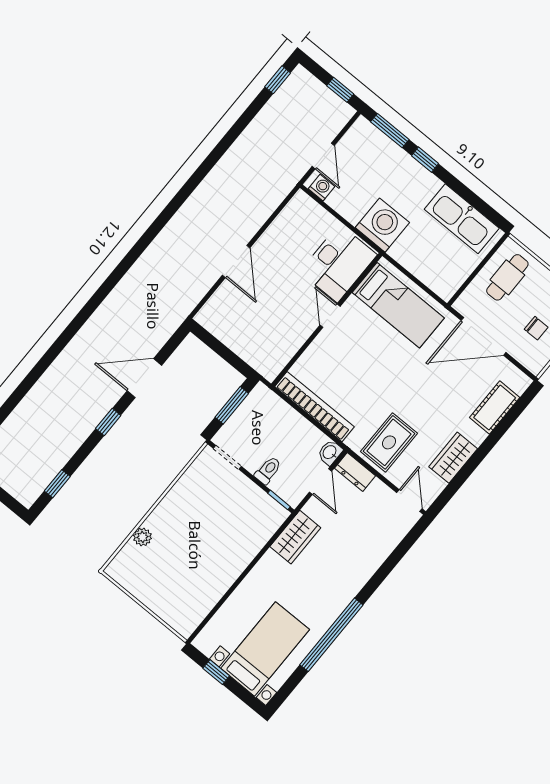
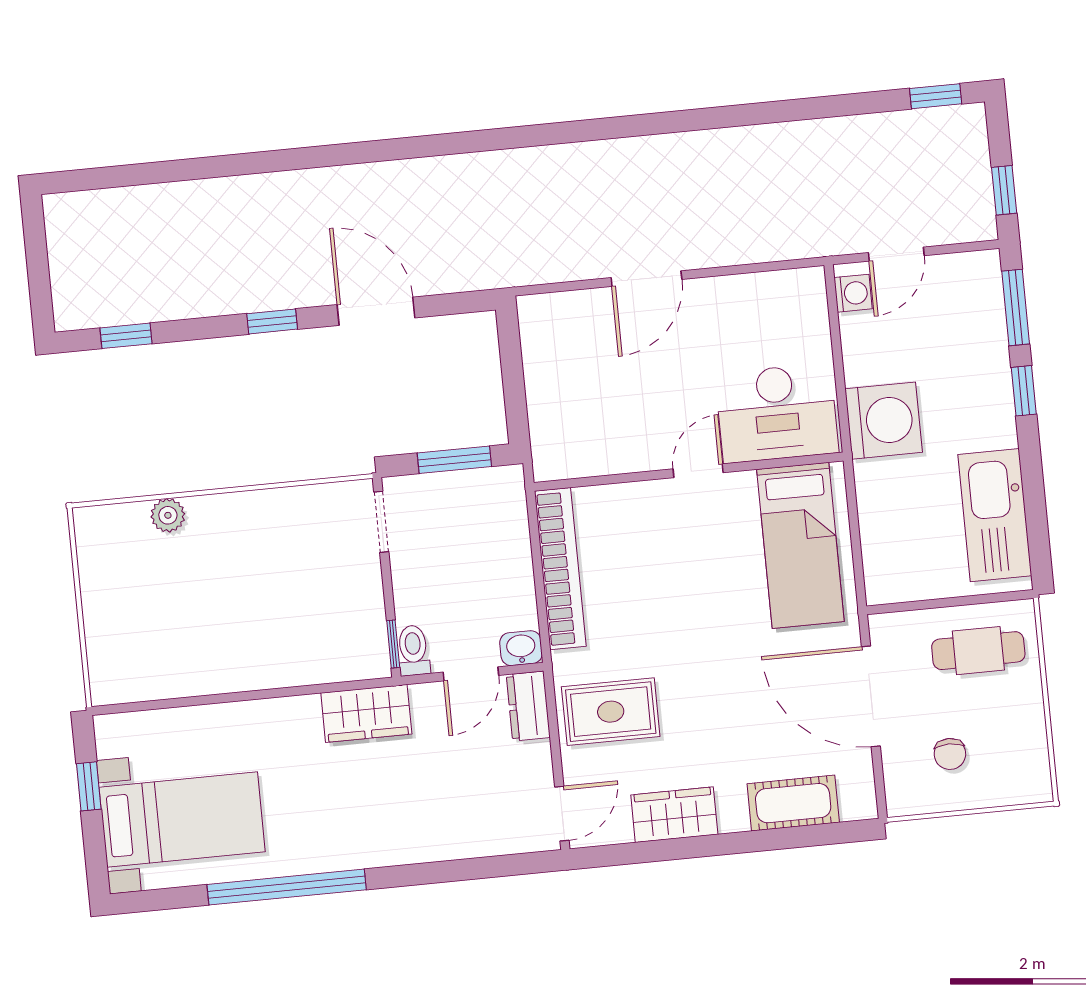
toilet: (268, 470) -> (413, 650), moved, turned -90

